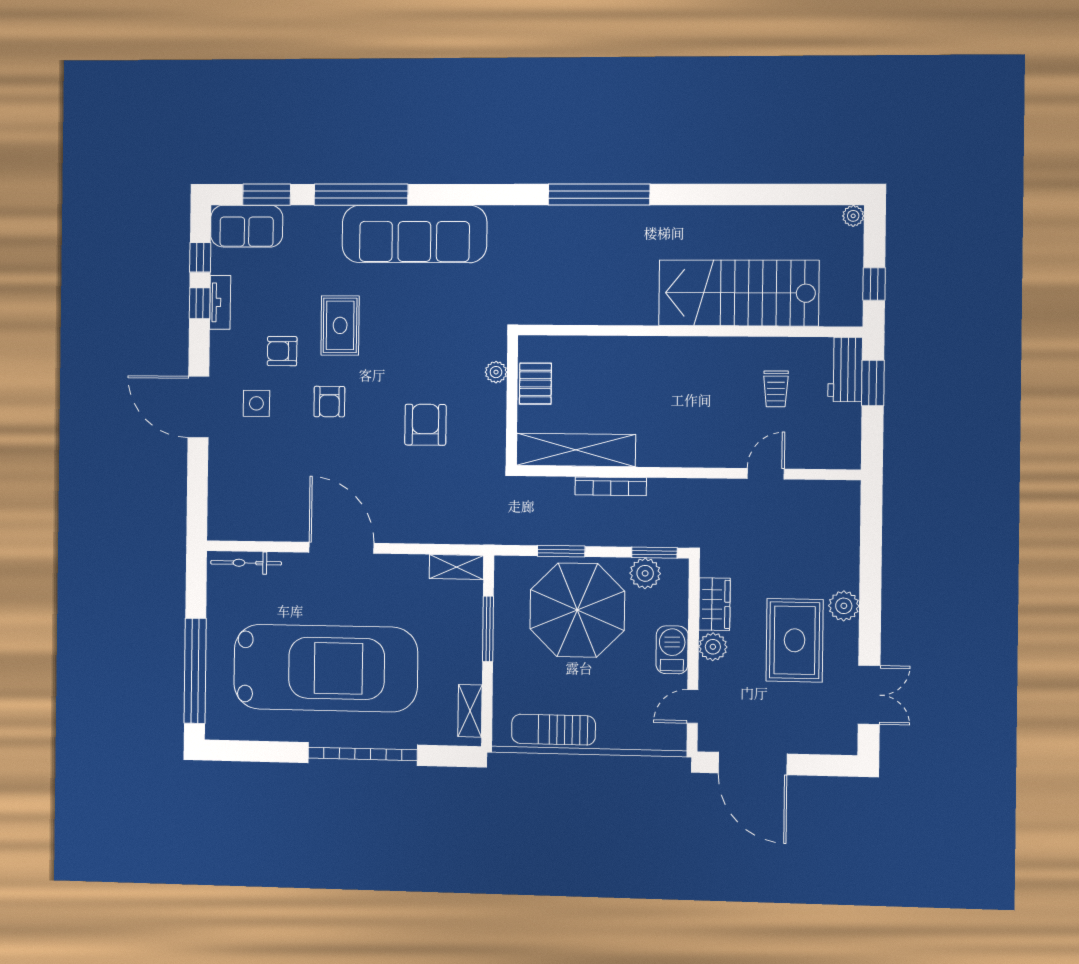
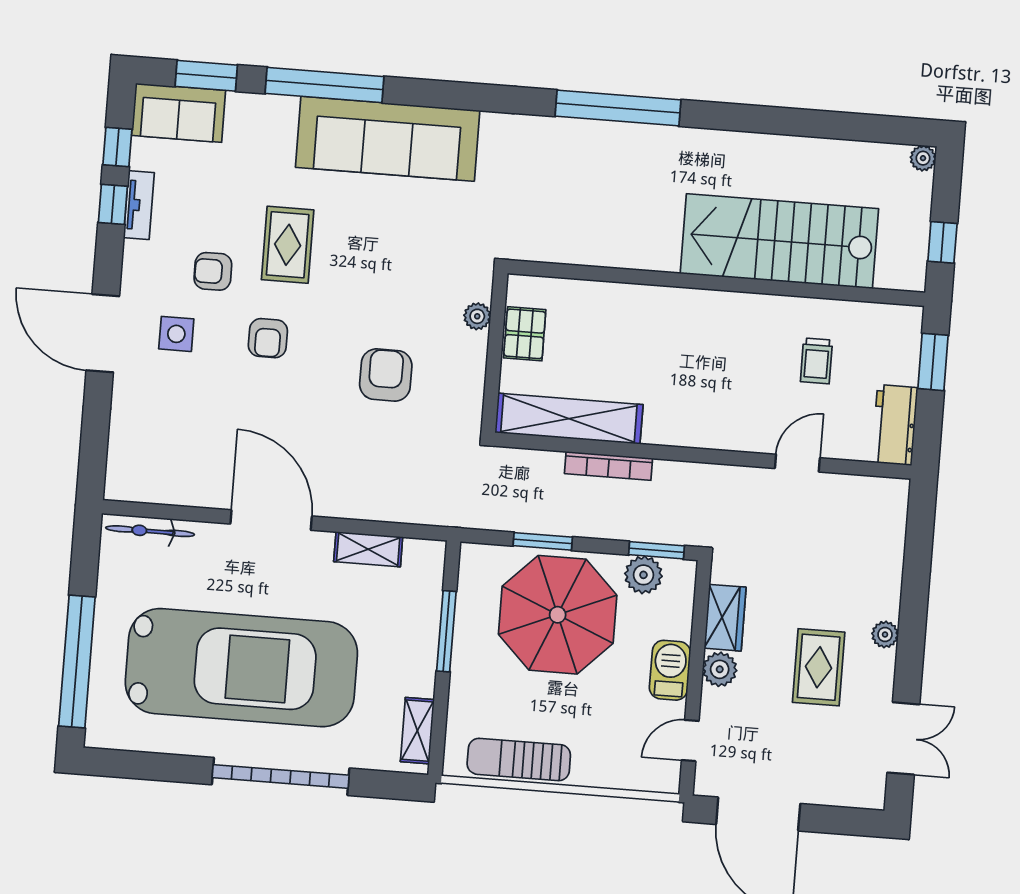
workbench: (845, 370) -> (895, 425), moved
shelving: (456, 567) -> (368, 549), moved
plant: (844, 606) -> (885, 634), width x0.73, depth x0.73
rug: (795, 640) -> (819, 667), width x0.73, depth x0.70

